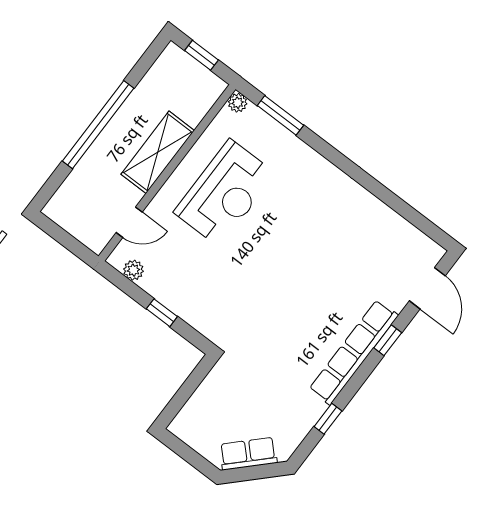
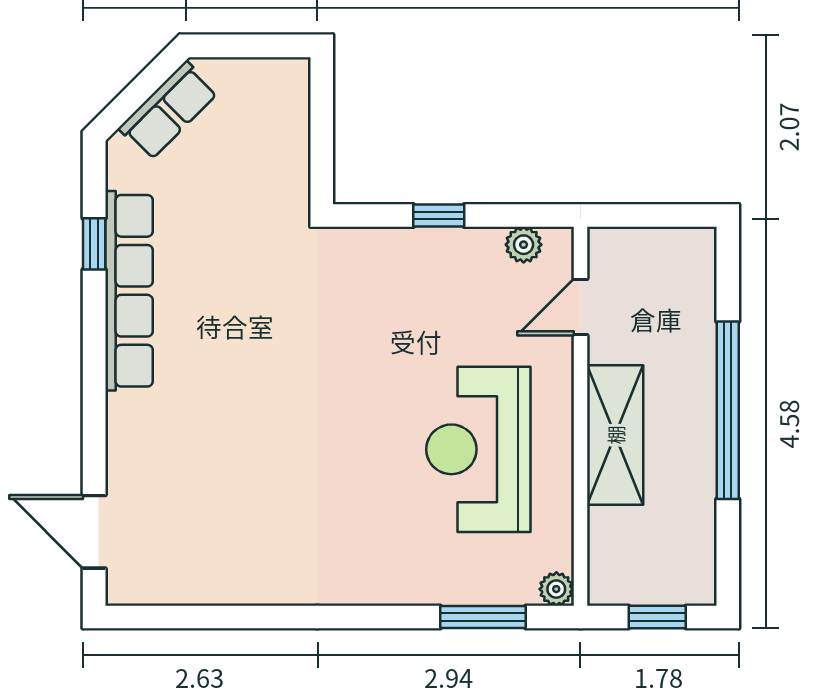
window: (388, 340) -> (94, 417), removed
row of seats: (354, 352) -> (129, 291), moved

